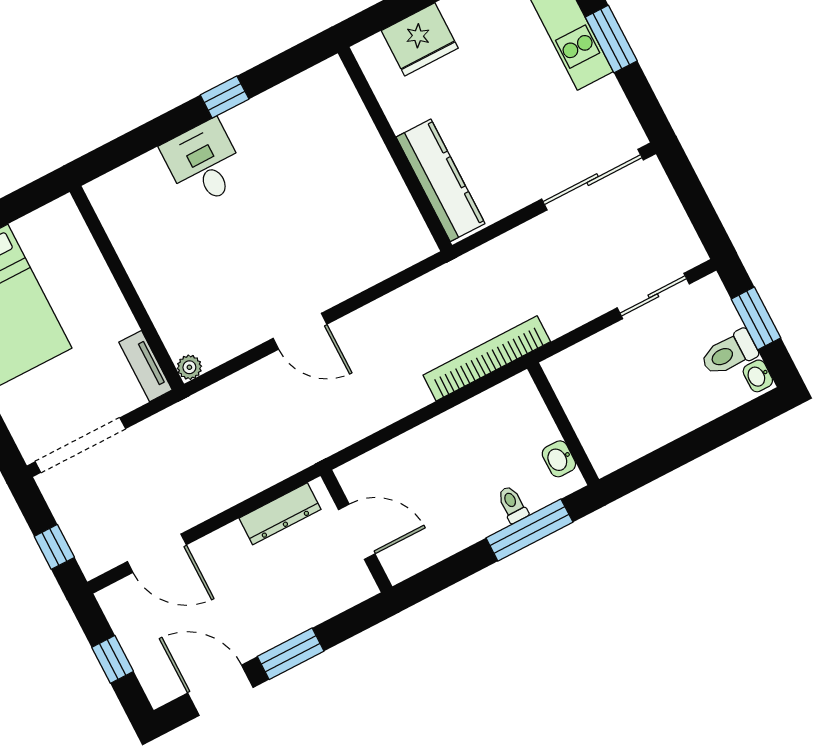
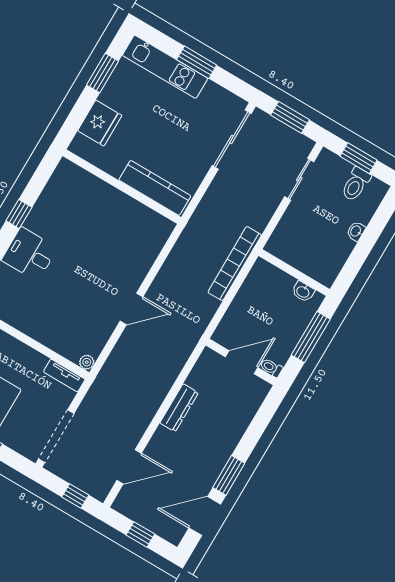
window: (695, 200) -> (290, 117), added
washbasin: (758, 376) -> (356, 231), moved, turned 90
toilet: (512, 504) -> (271, 368), moved
wall: (356, 531) -> (241, 362), moved
door: (357, 532) -> (242, 362), moved

